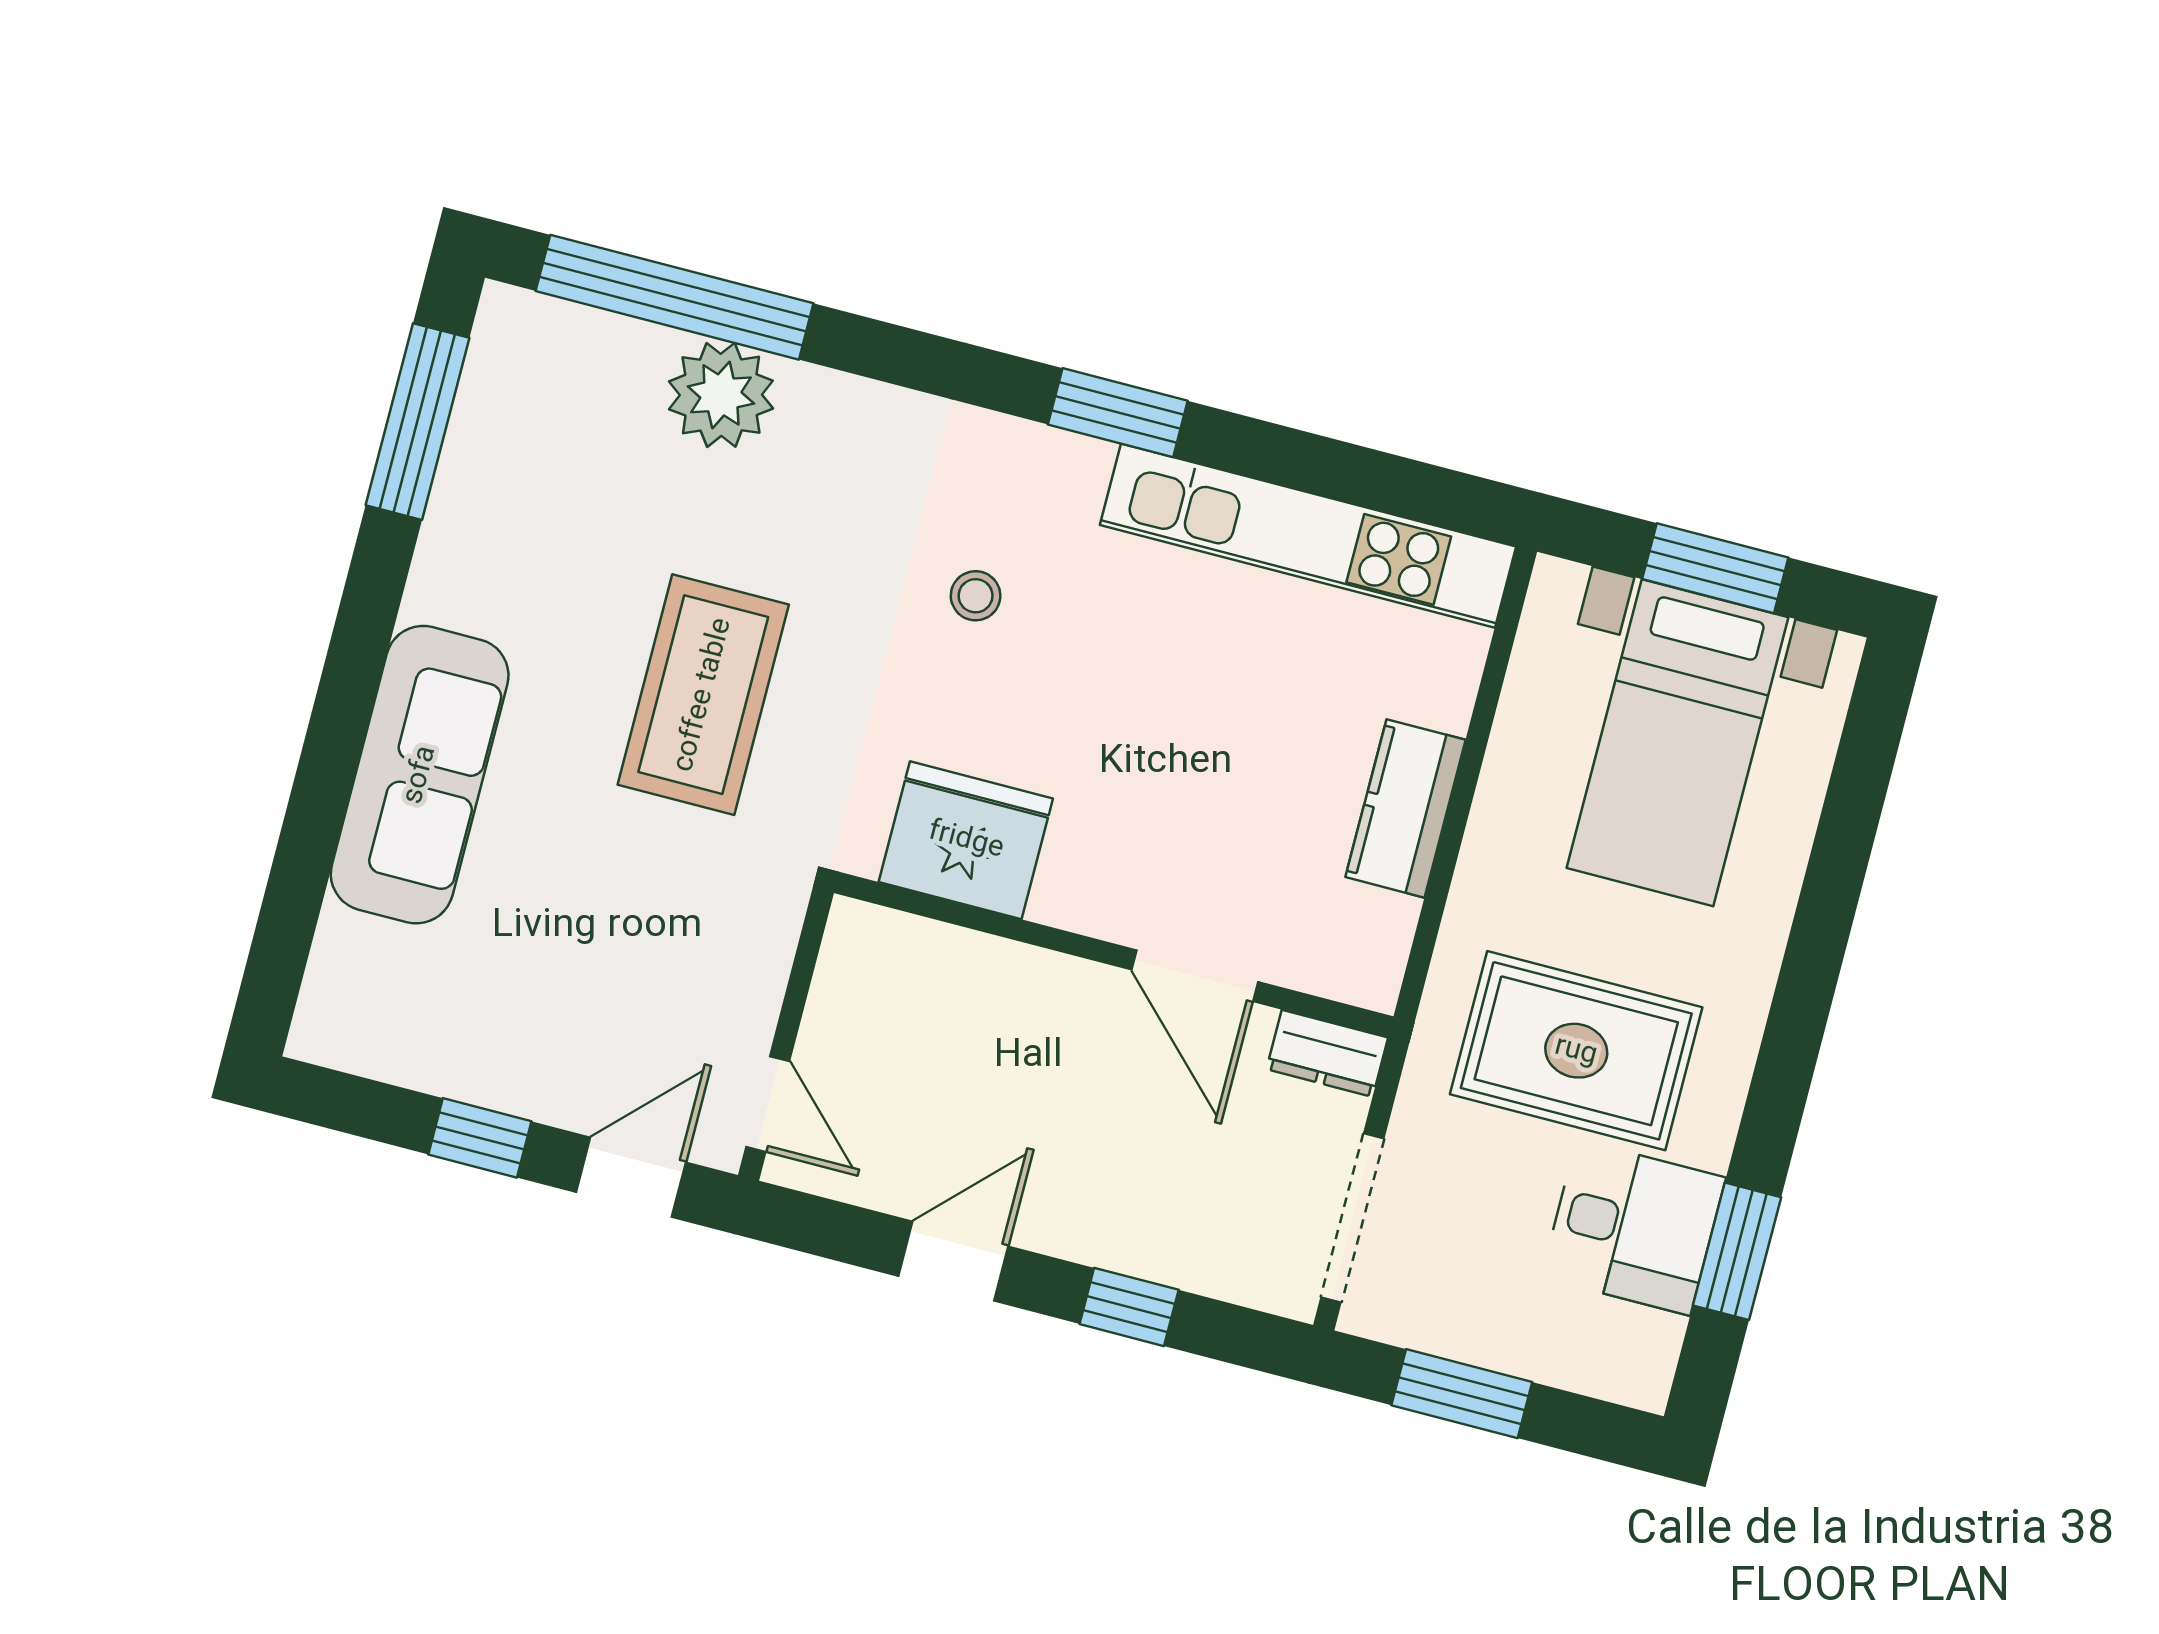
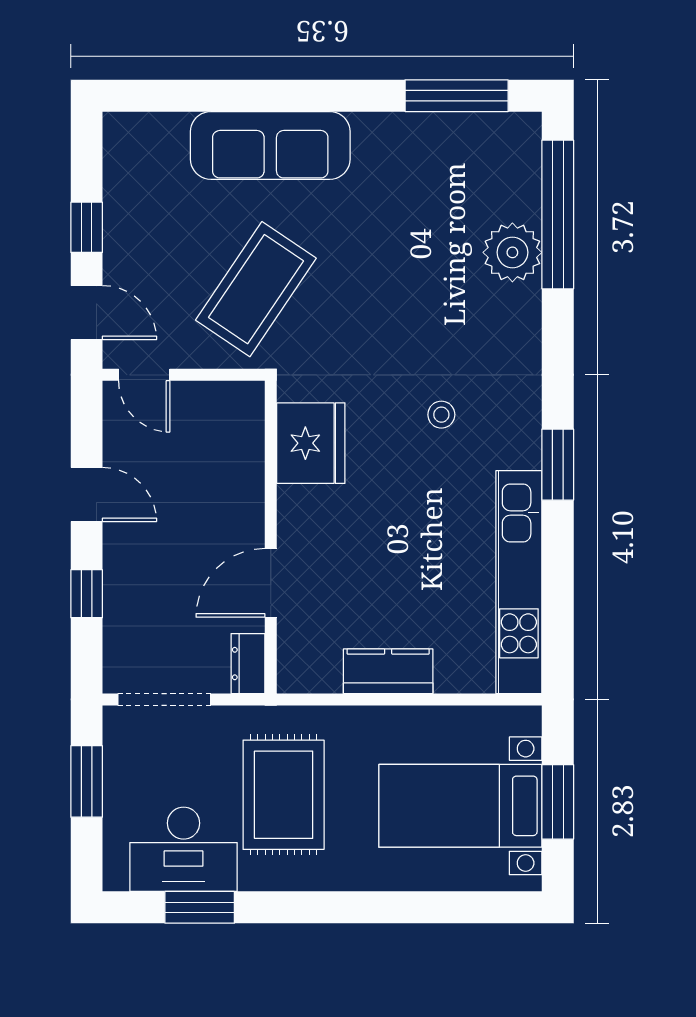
coffee table: (703, 695) -> (256, 289), moved, turned -56
door: (768, 1104) -> (144, 375), hinge flipped
desk: (1633, 1227) -> (184, 849), width x1.37

